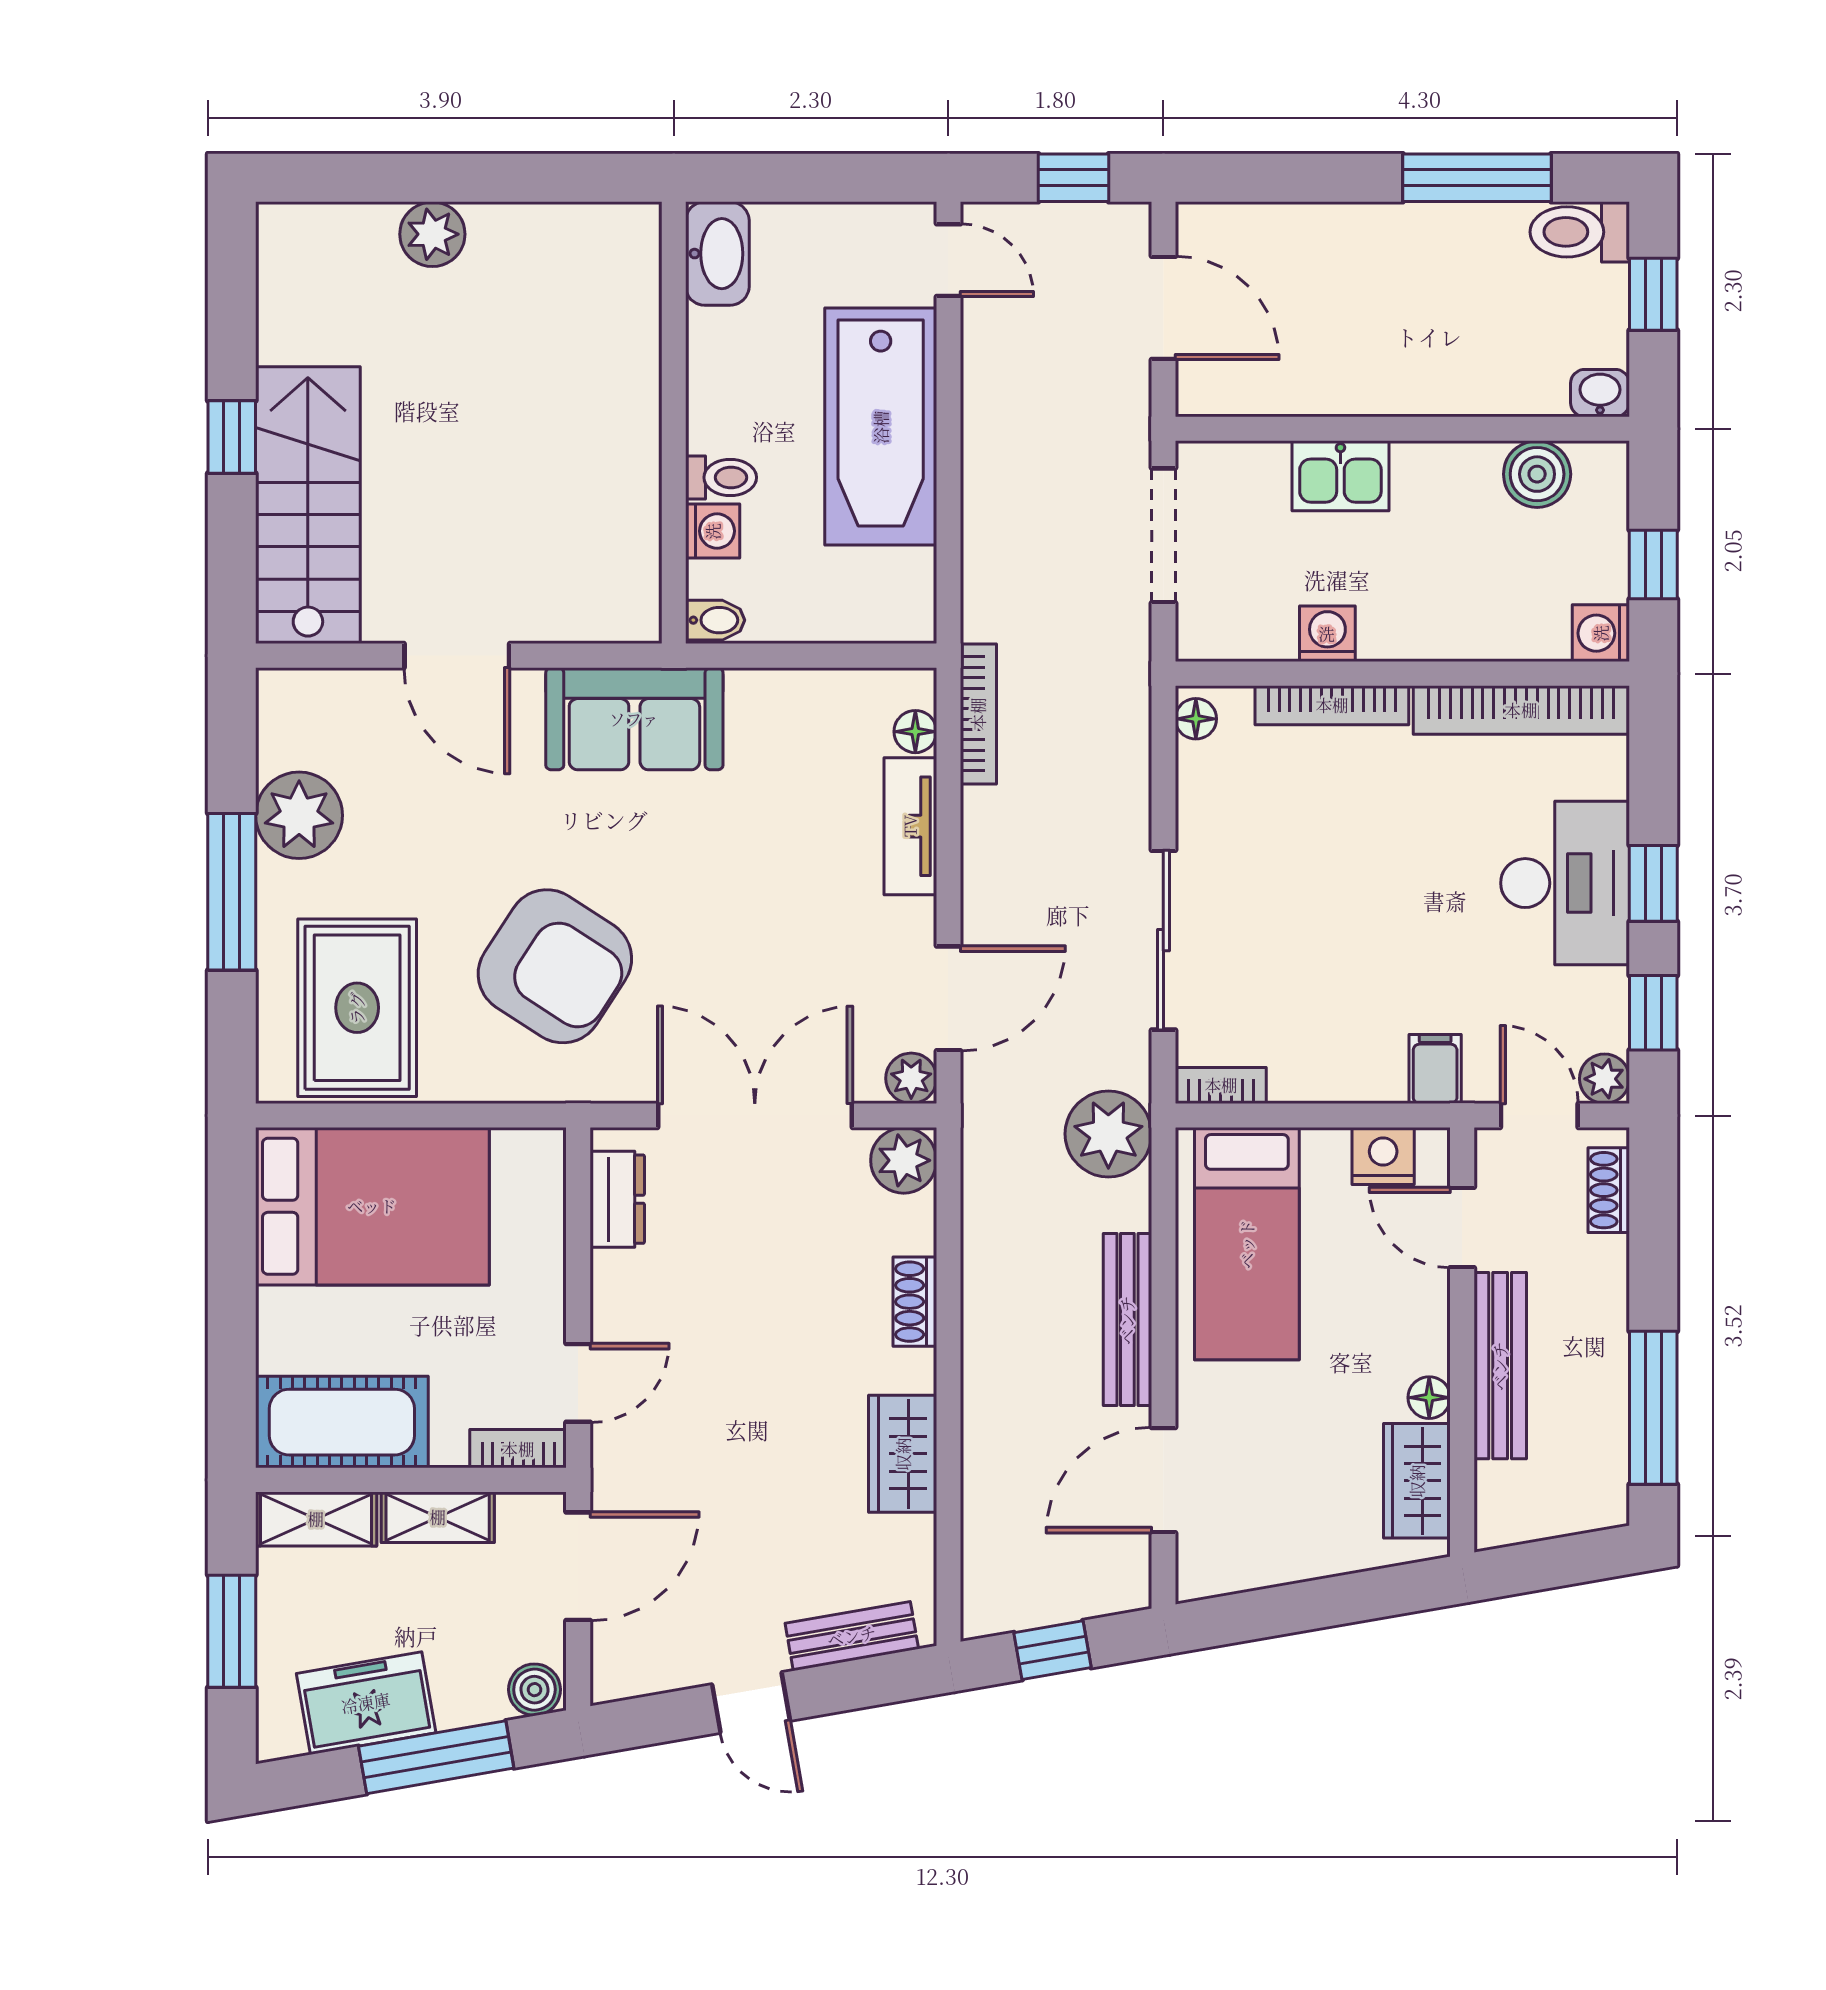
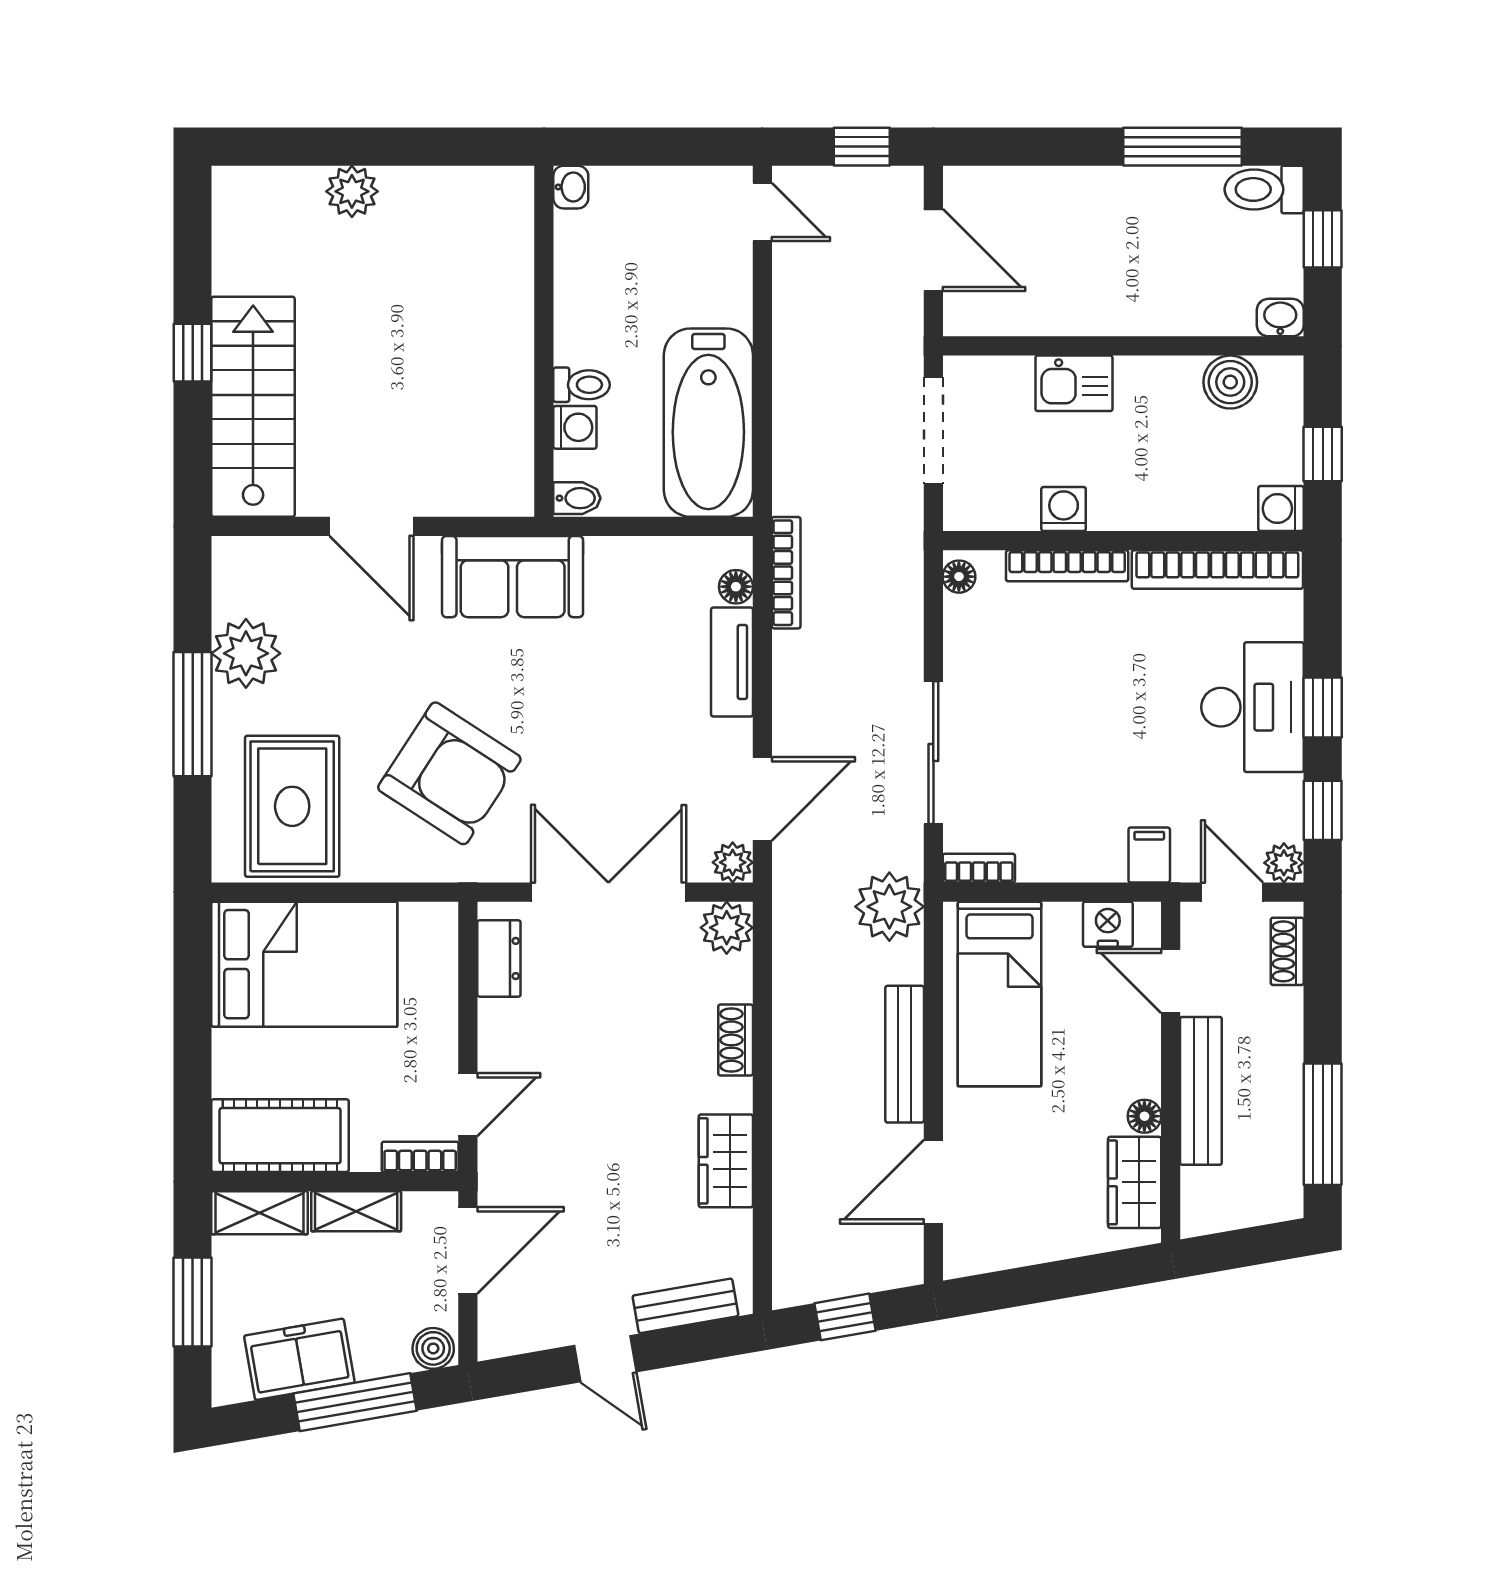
washbasin: (717, 254) -> (571, 187), width x0.52, depth x0.69
bathtub: (881, 427) -> (708, 423), moved

